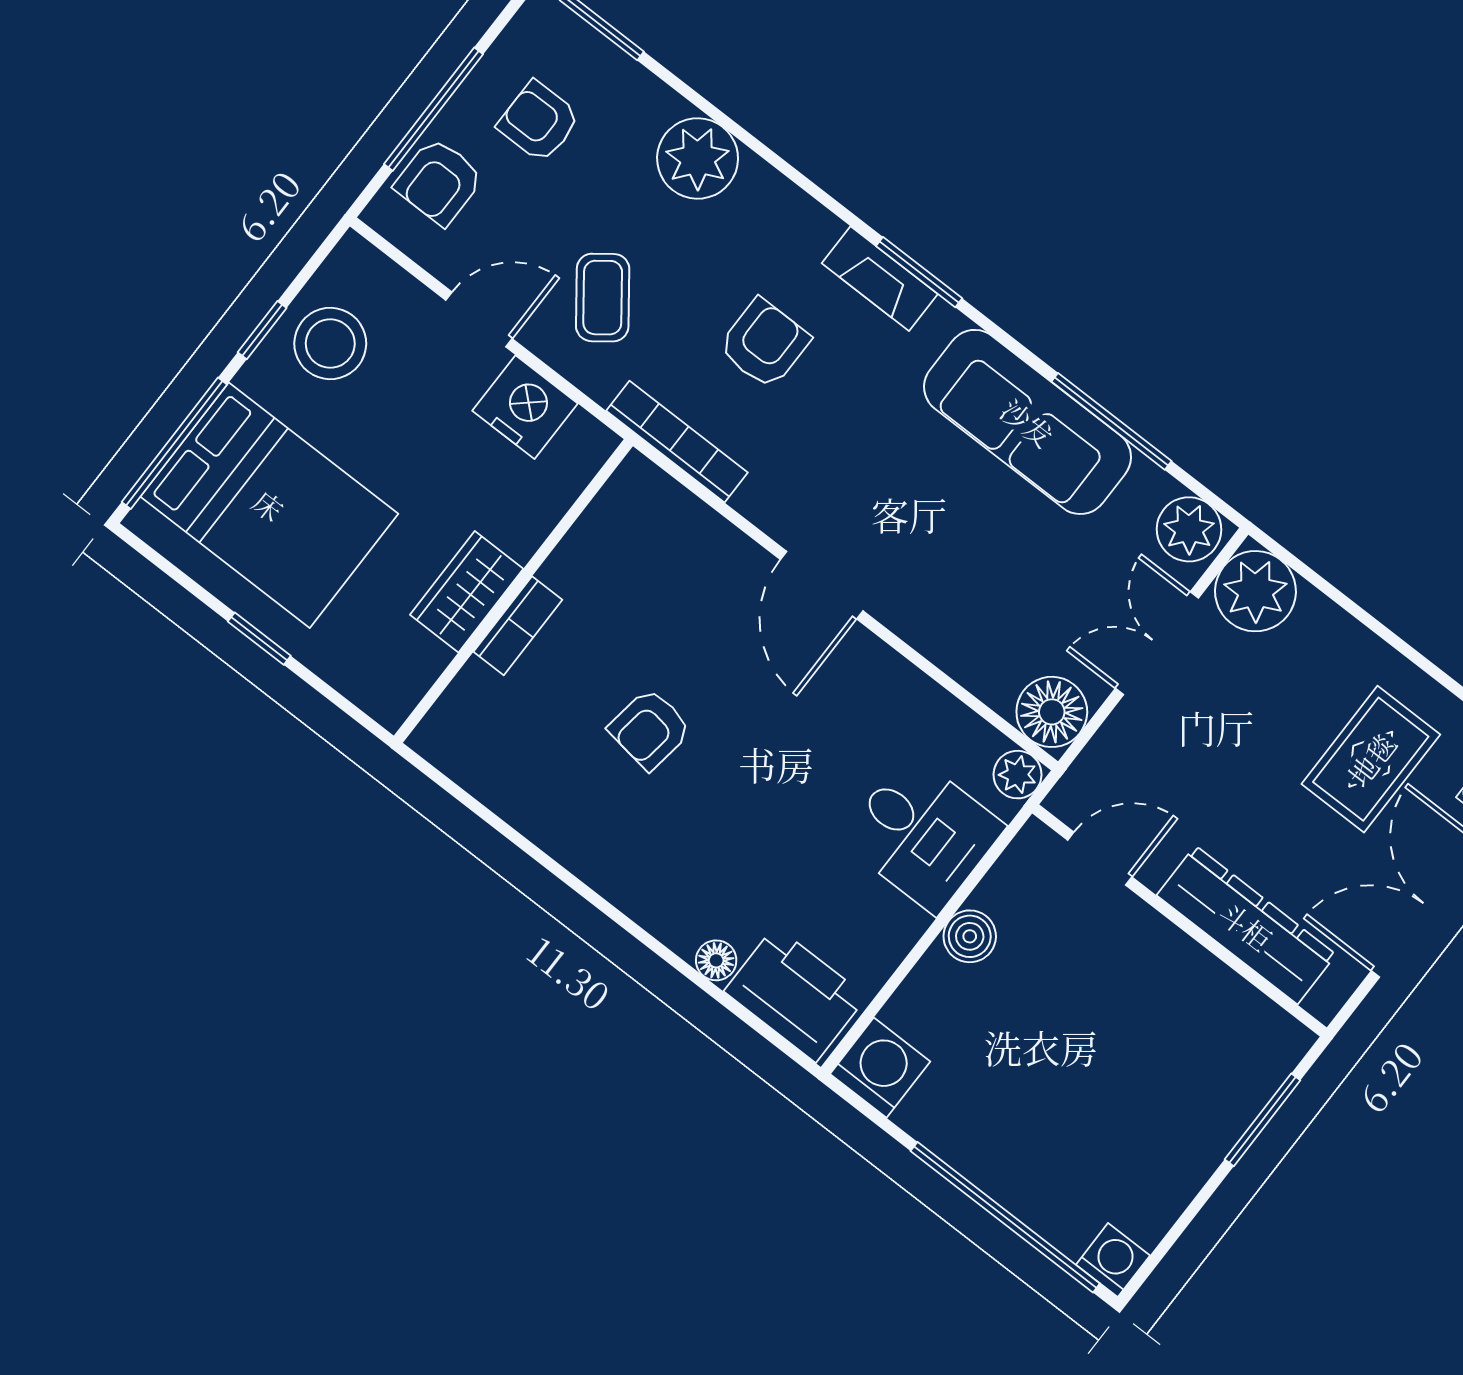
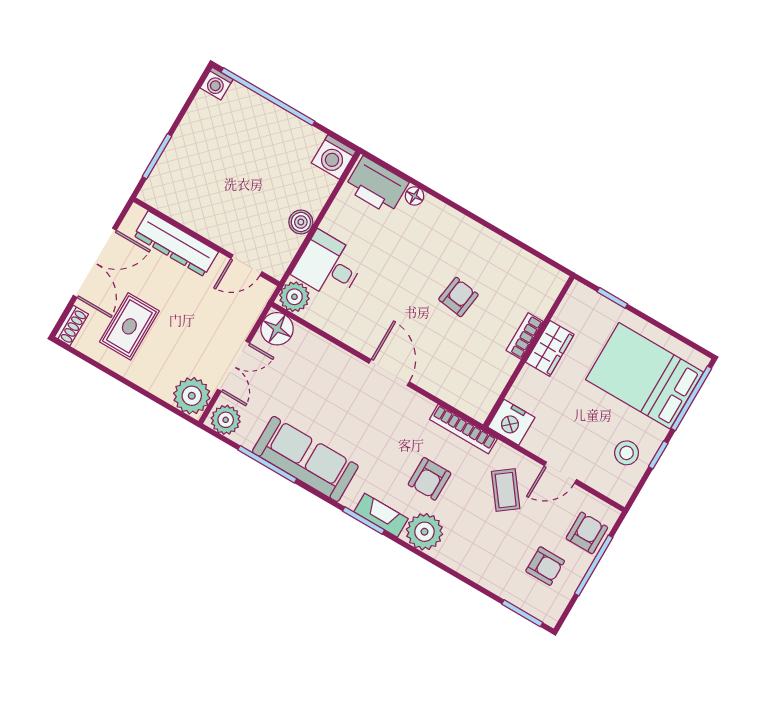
plant: (698, 158) -> (424, 532), moved
stool: (330, 344) -> (627, 453), width x0.73, depth x0.73
nightstand: (525, 407) -> (511, 422), moved
window: (259, 639) -> (612, 298), moved
plant: (1018, 775) -> (294, 297), width x1.38, depth x1.38

